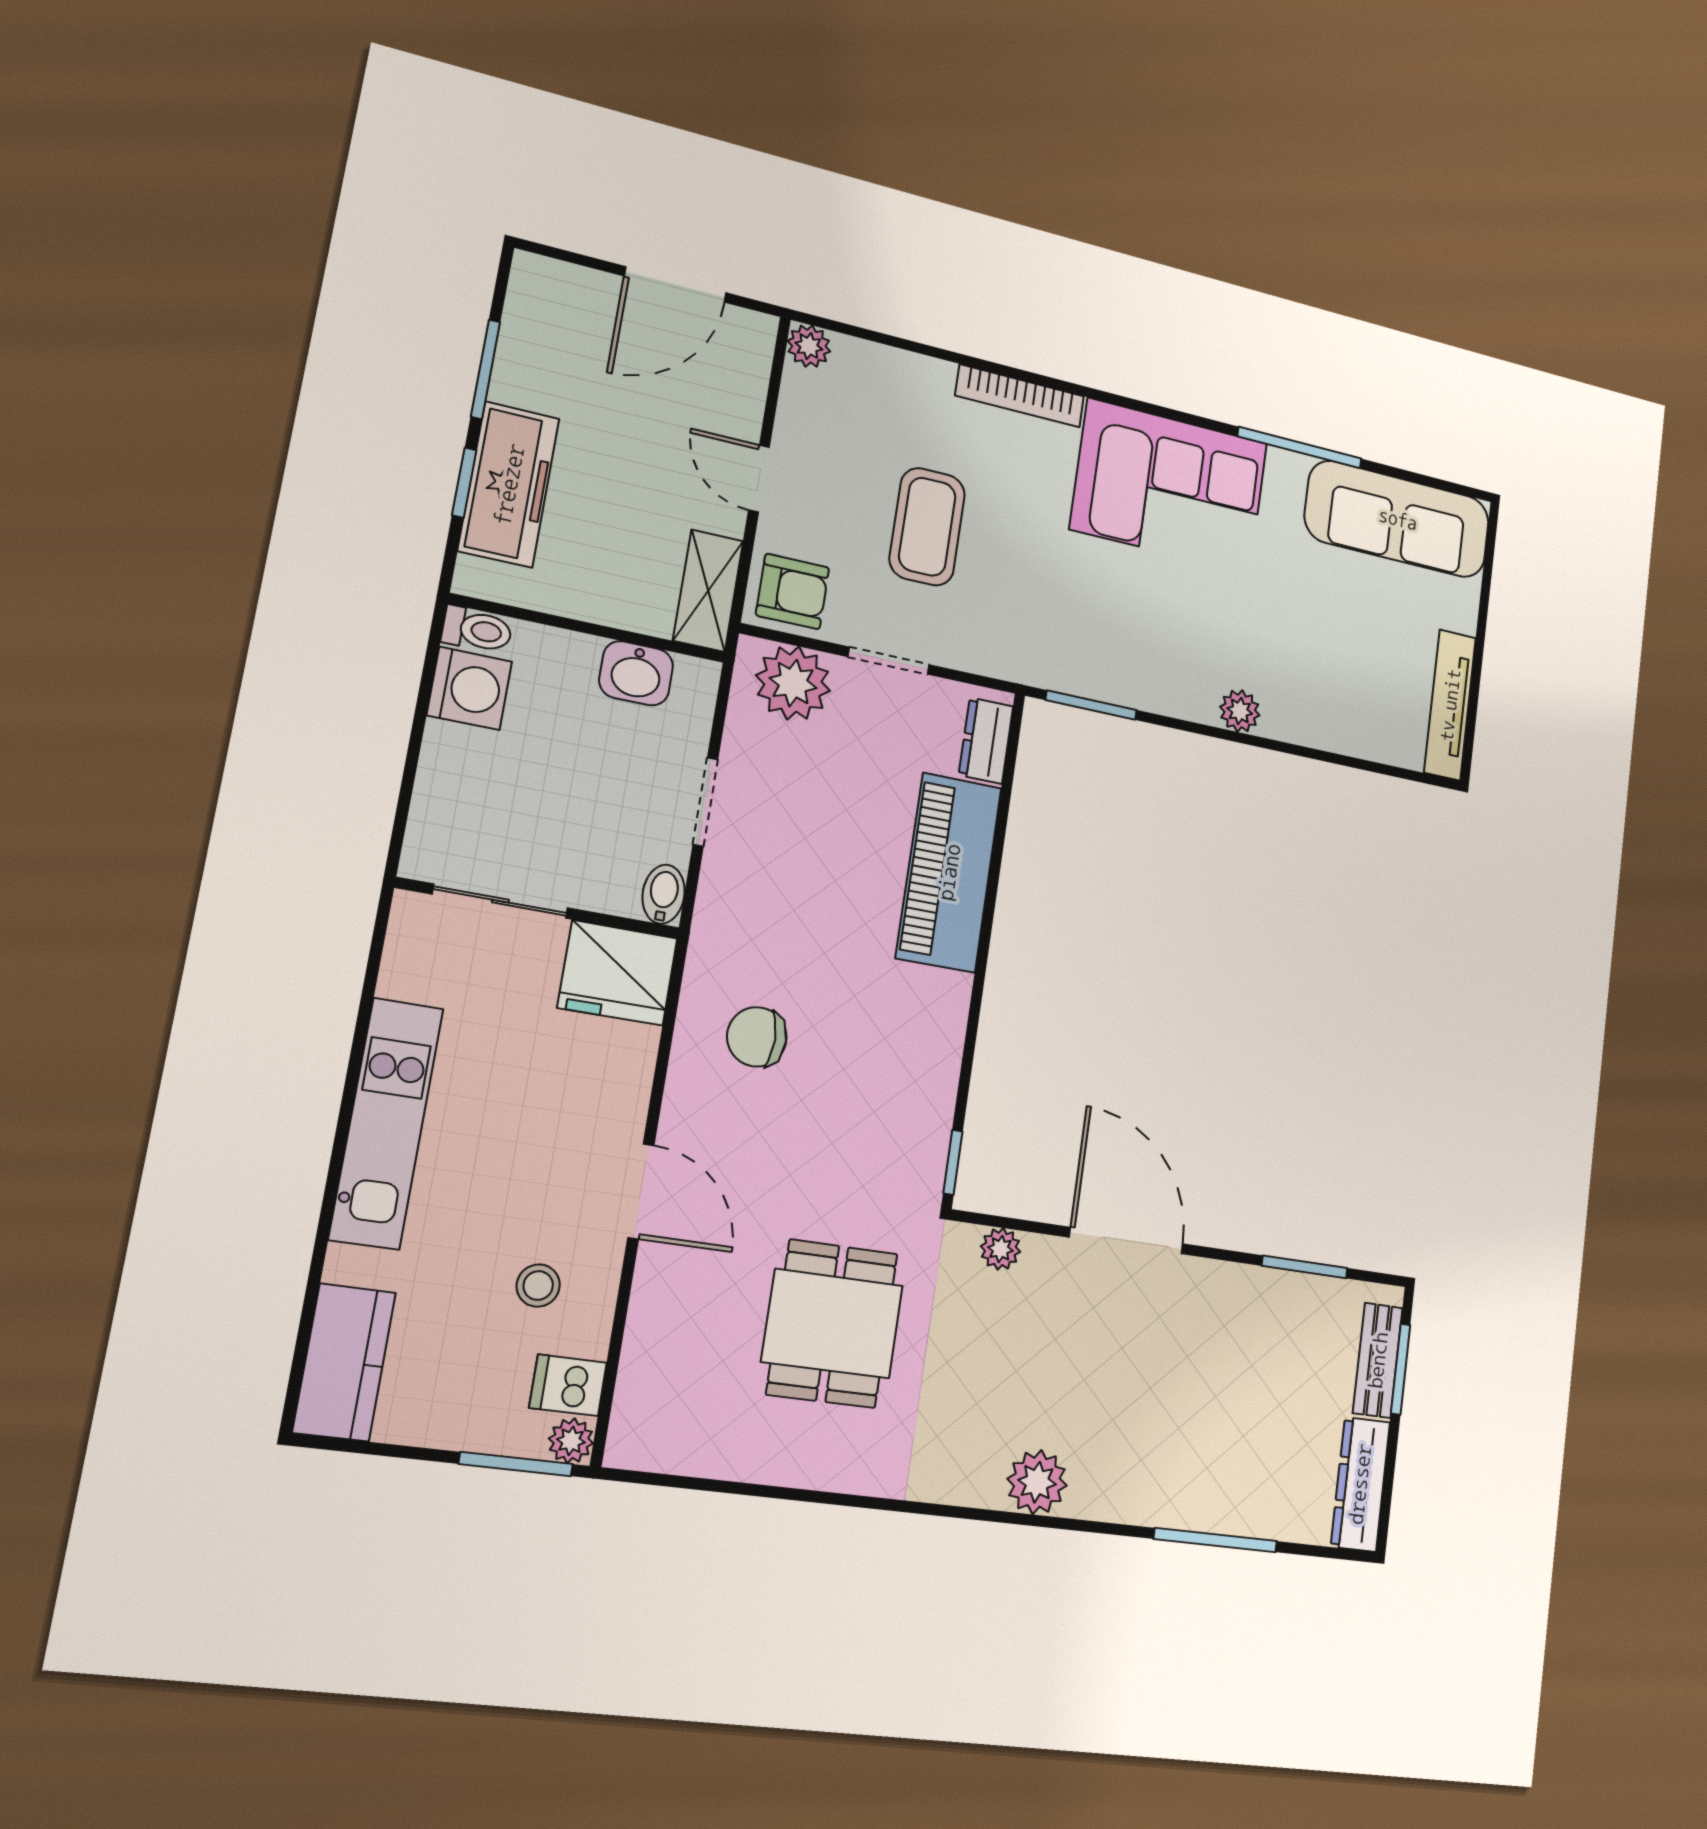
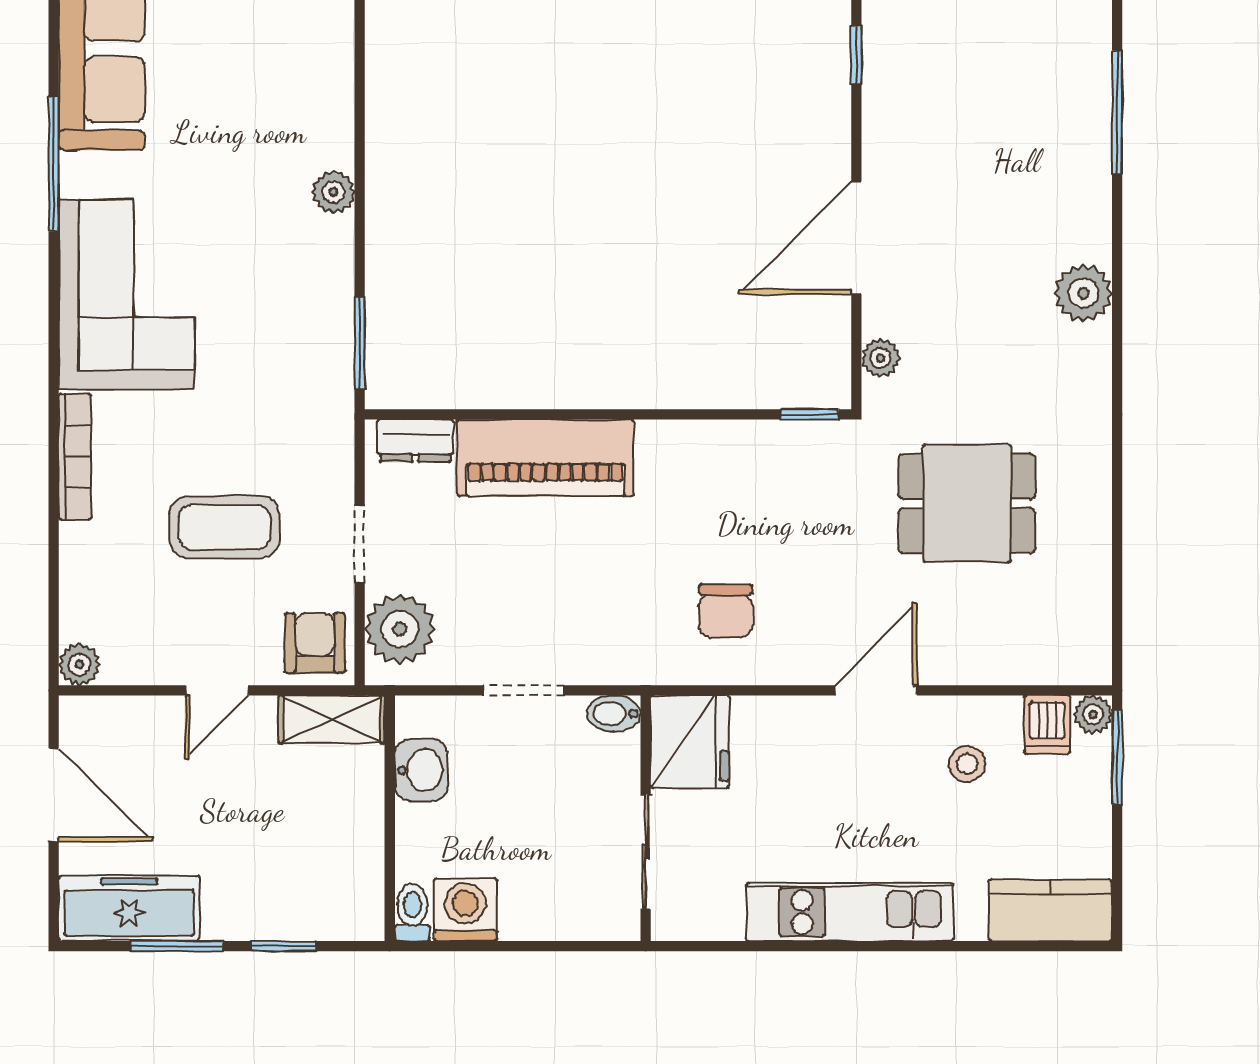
freezer: (509, 484) -> (129, 908), moved
window: (1305, 1267) -> (856, 55), width x0.67

